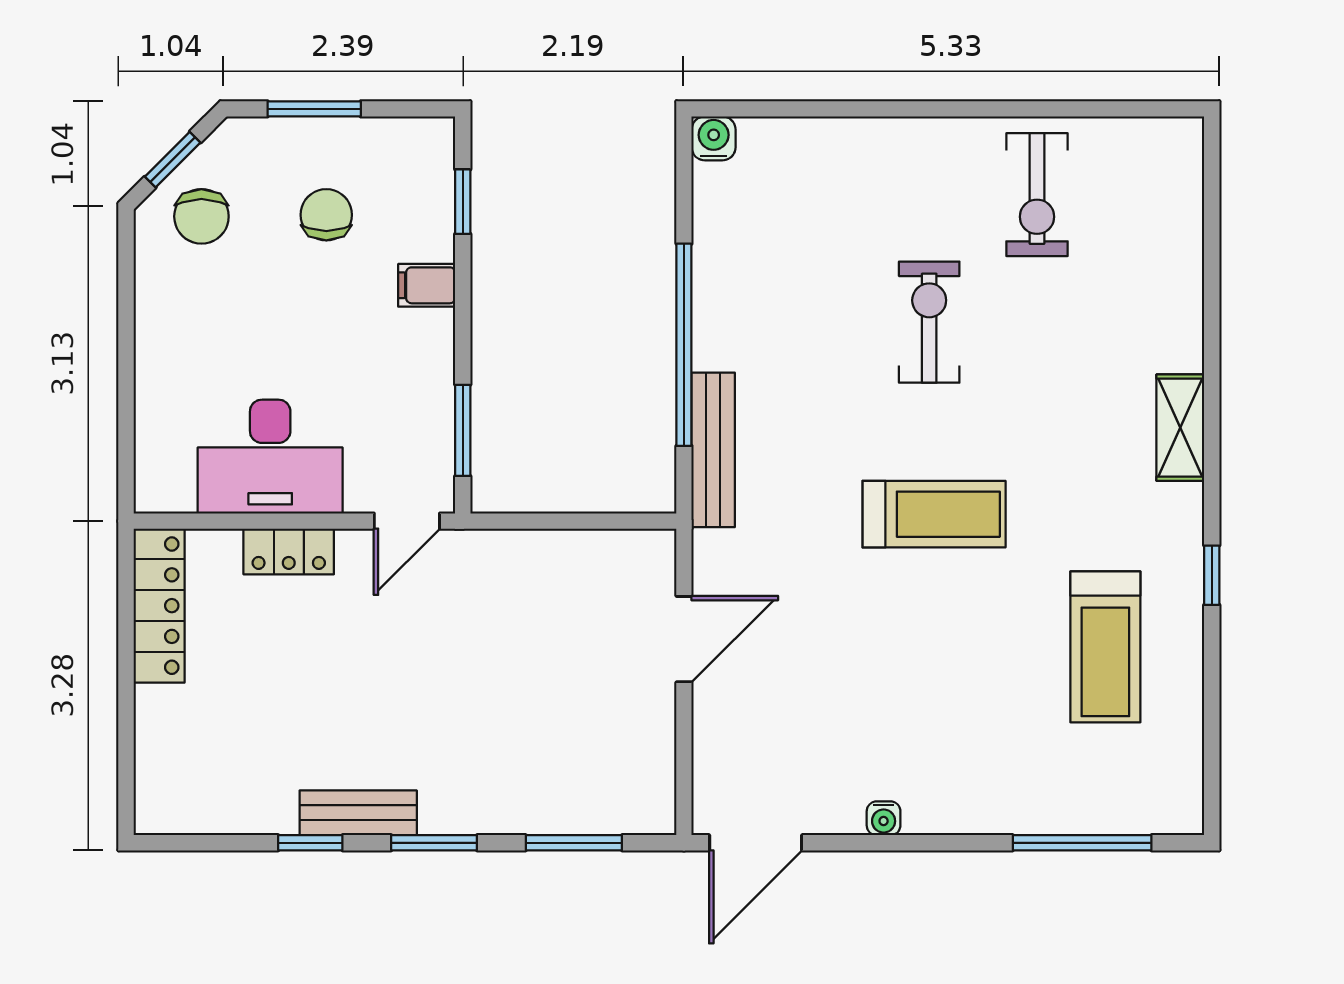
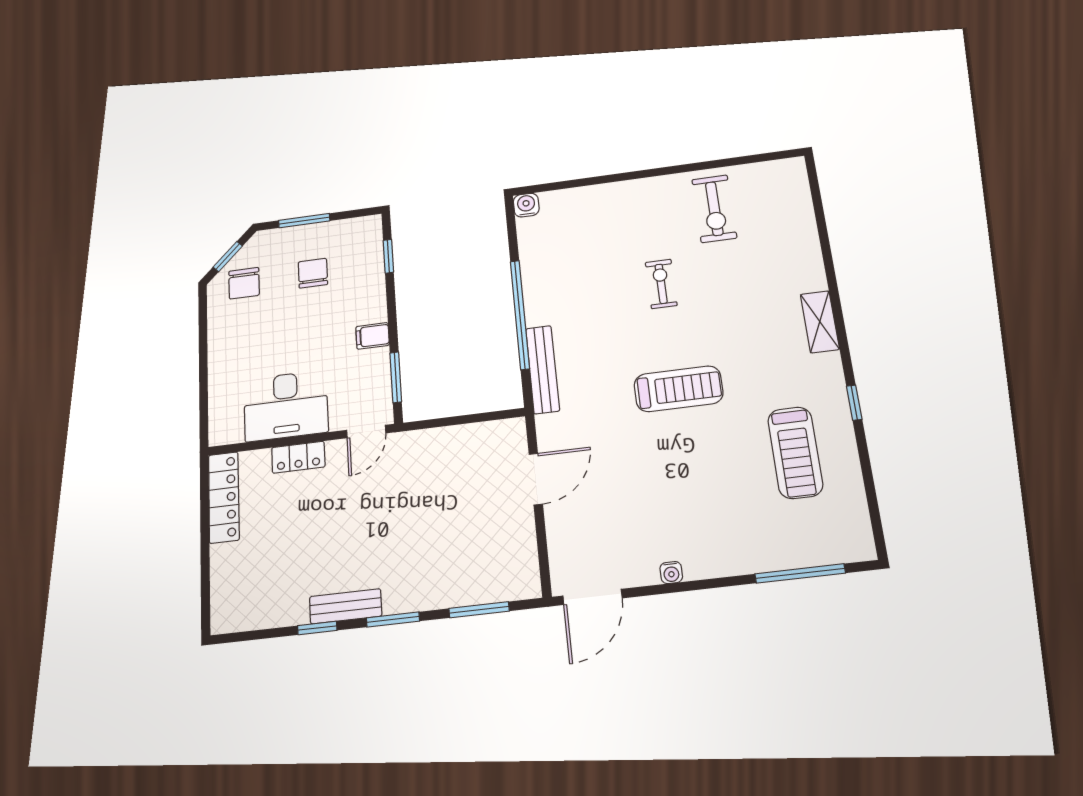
filing cabinet: (427, 285) -> (373, 336), moved
exercise bike: (929, 322) -> (661, 284), width x0.73, depth x0.72

